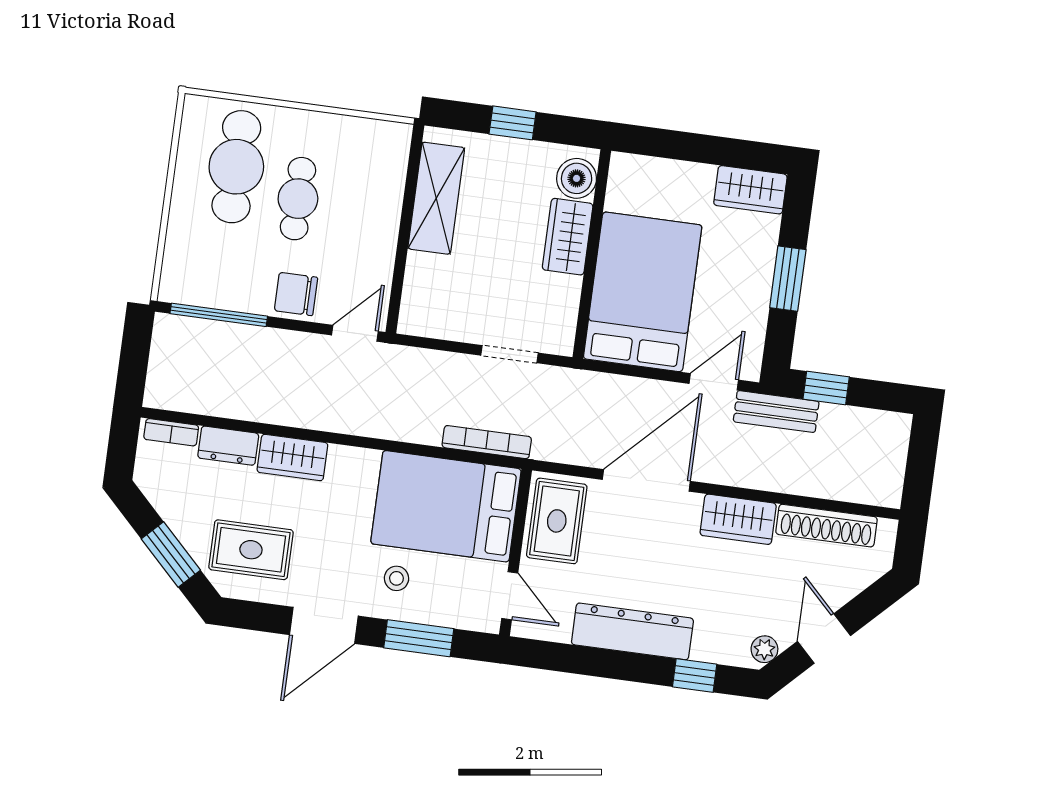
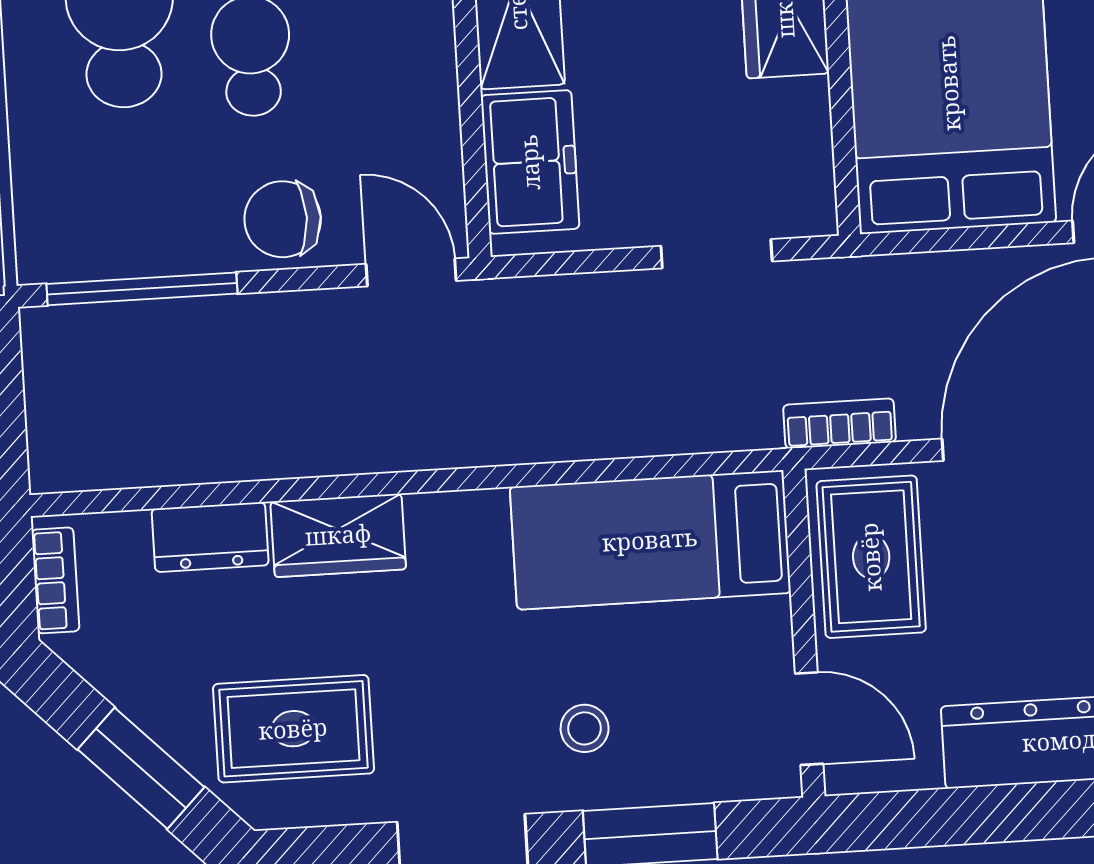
freezer: (425, 290) -> (530, 162), added
door: (355, 333) -> (411, 272), hinge flipped
bookcase: (171, 432) -> (55, 580), moved, turned -90
bookcase: (487, 442) -> (840, 423), moved, width x0.64
bed: (446, 506) -> (650, 540), width x0.67

